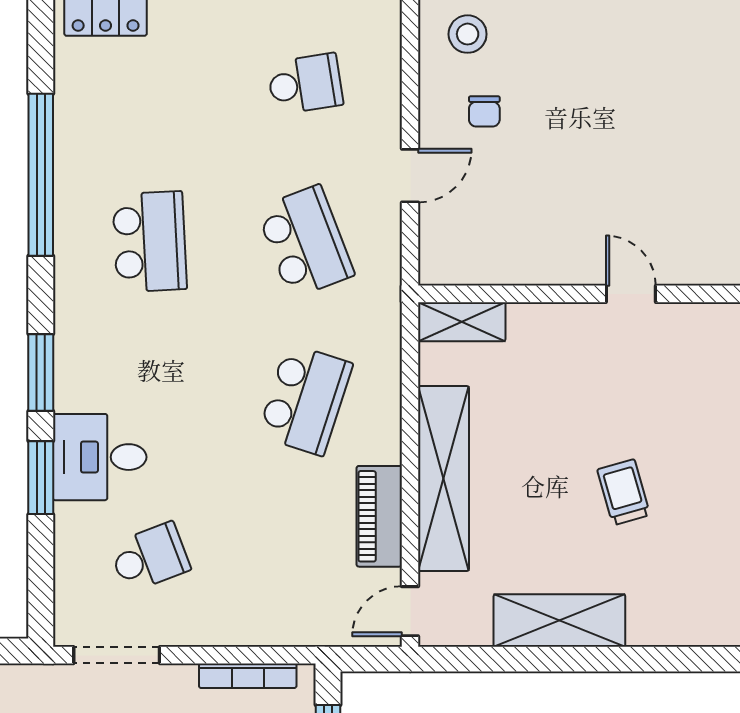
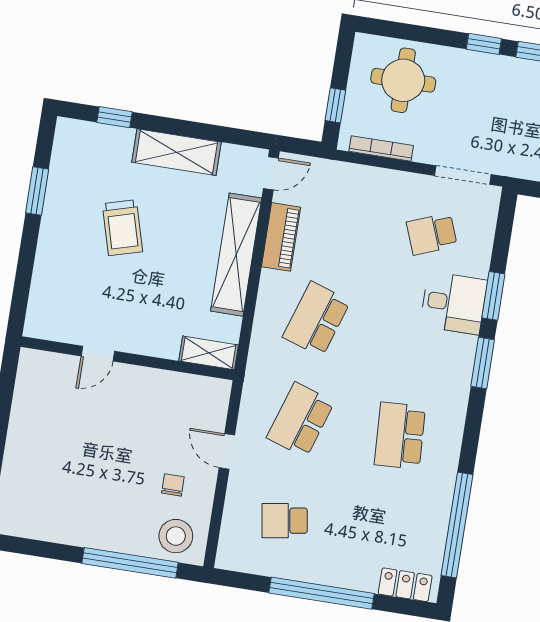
stool: (468, 34) -> (176, 536), width x1.38, depth x1.38
window: (41, 175) -> (457, 525), moved
door: (410, 176) -> (227, 451), hinge flipped
school desk: (305, 242) -> (301, 420), turned 39
door: (631, 294) -> (98, 354), hinge flipped
trolley: (624, 492) -> (122, 228), width x1.36, depth x1.39
window: (663, 659) -> (114, 117), added

